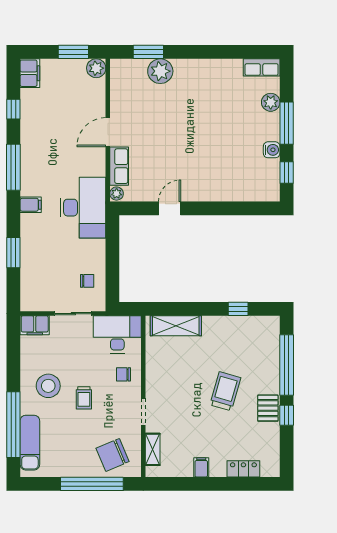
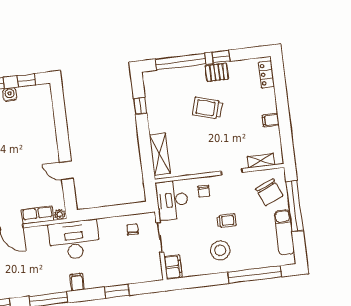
exam couch: (30, 443) -> (284, 232), moved, turned -90
locker: (243, 469) -> (266, 74), moved

